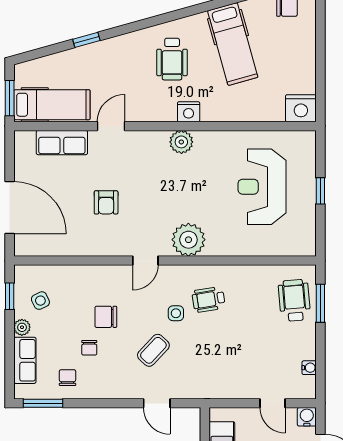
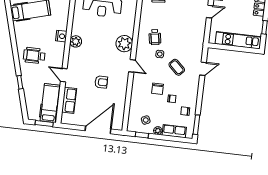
wheelchair: (172, 59) -> (34, 56), moved, turned 180

